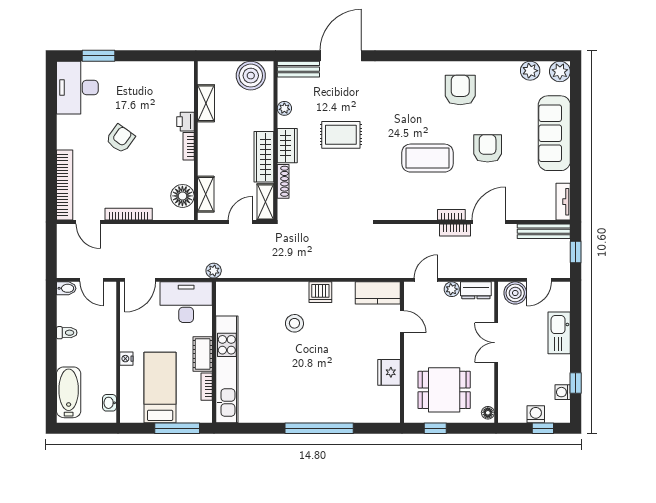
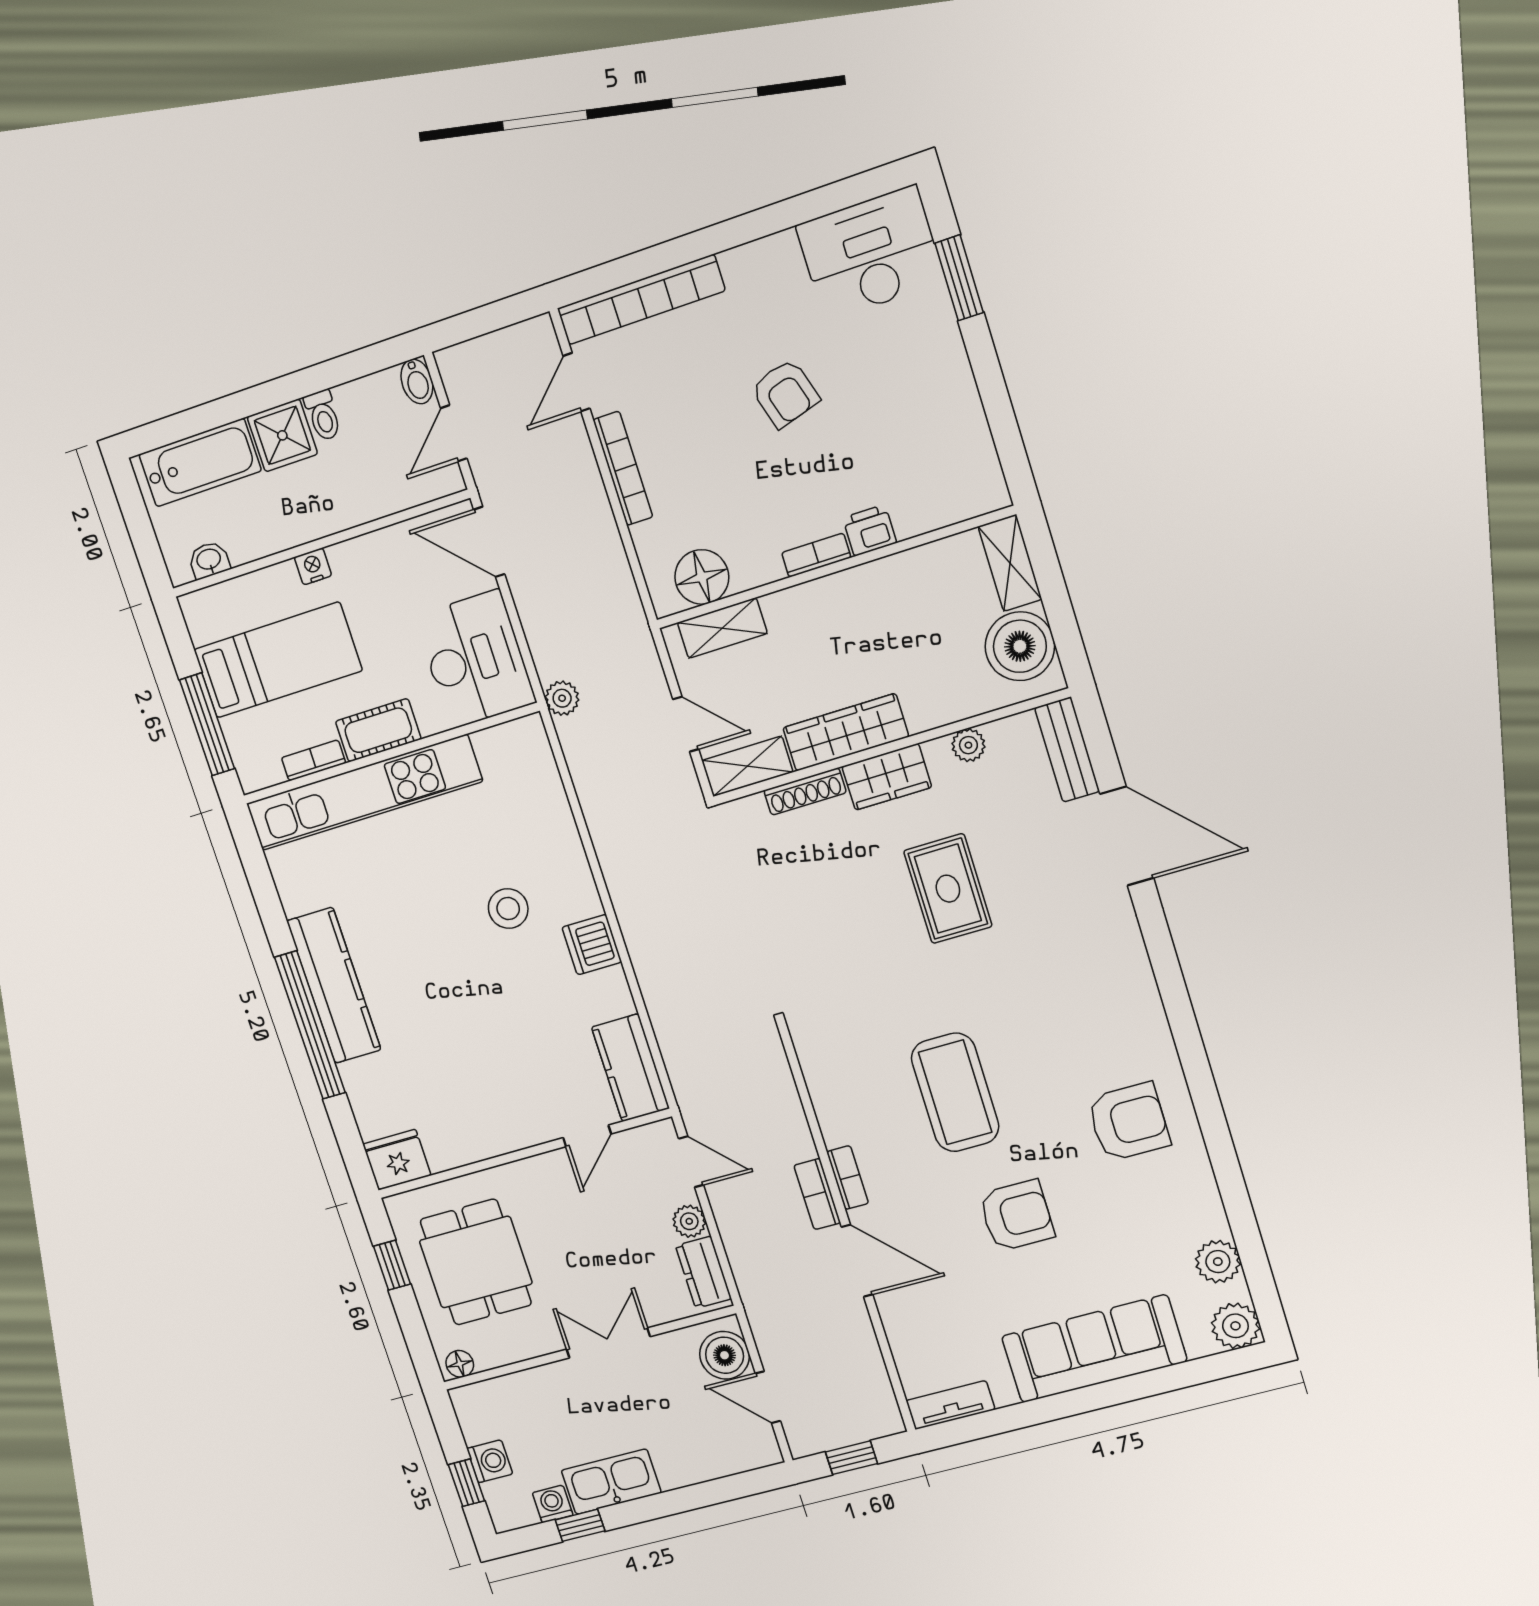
shelving: (206, 103) -> (1010, 563), moved, turned 90
armchair: (120, 139) -> (785, 393), turned 37
bench: (544, 231) -> (874, 1381), removed
kitchen sink: (559, 333) -> (611, 1482), moved
shower: (69, 353) -> (282, 435), added
fridge: (389, 372) -> (397, 1160), moved
kitchen counter: (305, 411) -> (334, 985), added

